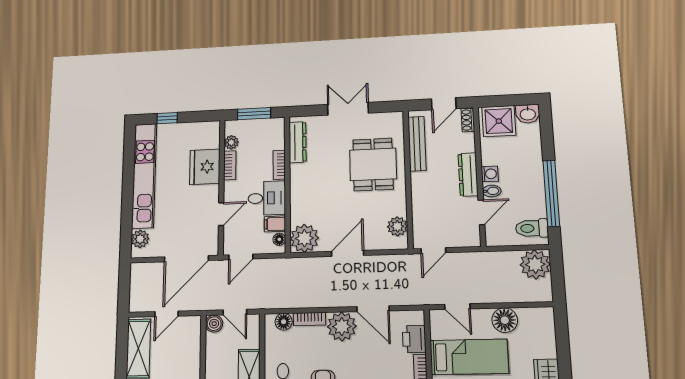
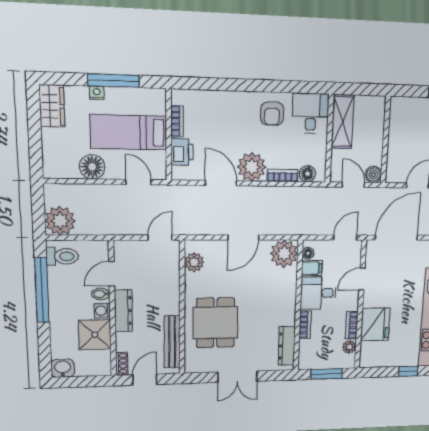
shower: (499, 121) -> (95, 335), moved

